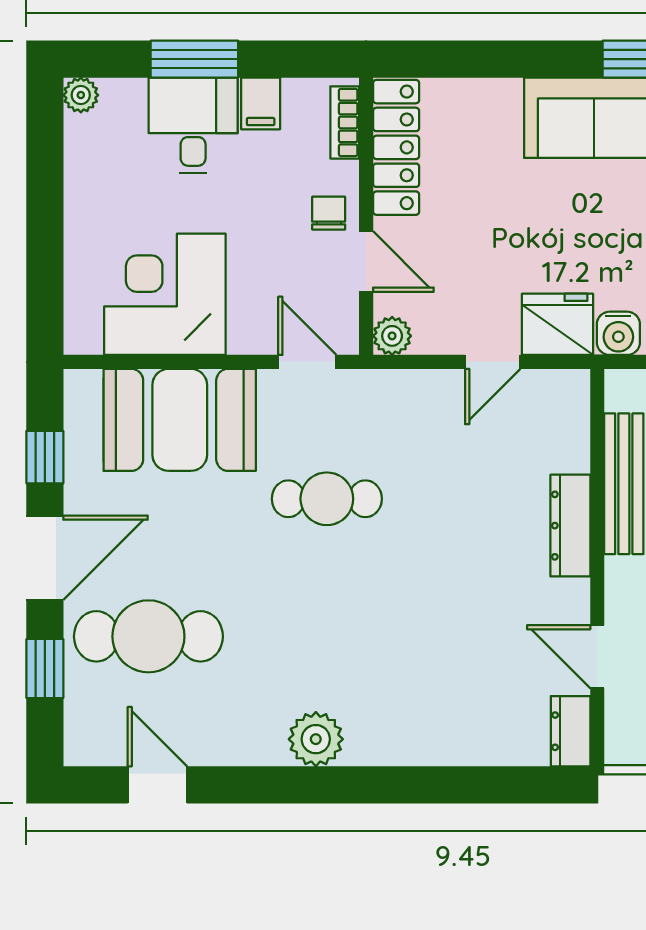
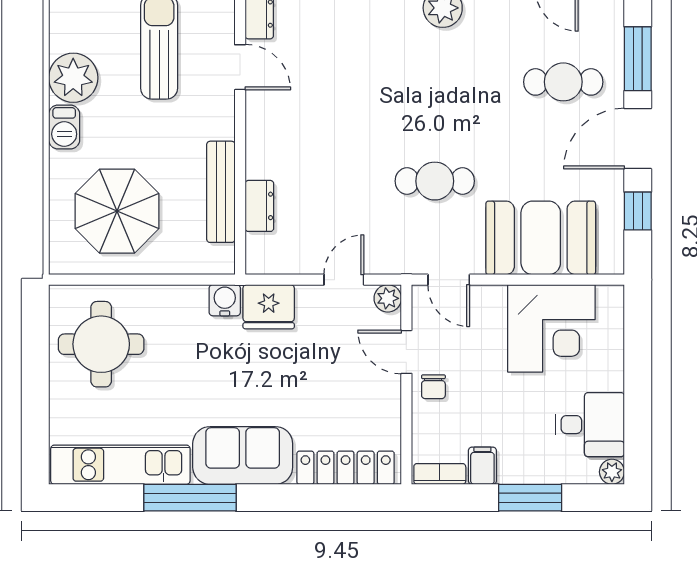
bookcase: (345, 122) -> (440, 474), moved, turned -90
desk: (193, 126) -> (590, 425), moved, turned -90
locker: (396, 147) -> (346, 468), moved, turned 90
door: (493, 362) -> (344, 280), moved
dresser: (570, 526) -> (259, 206), moved, width x0.70
cafe table: (148, 636) -> (563, 82), width x0.73, depth x0.74
window: (45, 668) -> (638, 59), width x1.50

